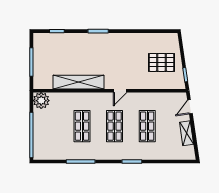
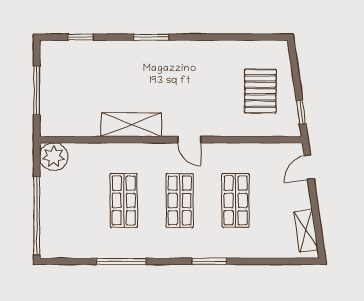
pallet: (161, 62) -> (260, 91), turned 90
shelving: (78, 82) -> (132, 125), width x0.68
door: (120, 91) -> (189, 140), hinge flipped
shelving: (187, 133) -> (306, 231), moved

